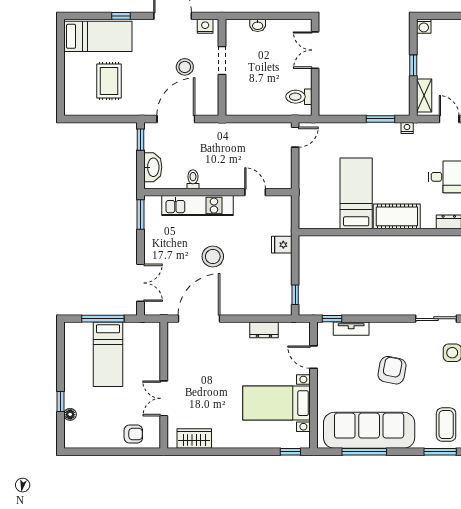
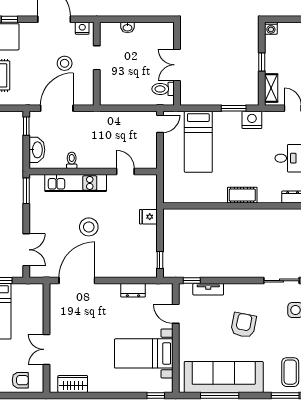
double door: (315, 50) -> (177, 65), moved
nightstand: (407, 128) -> (252, 120), width x1.89, depth x1.79
bed: (356, 193) -> (198, 142), moved, turned 180
cot: (397, 216) -> (242, 195), width x0.73, depth x0.75

